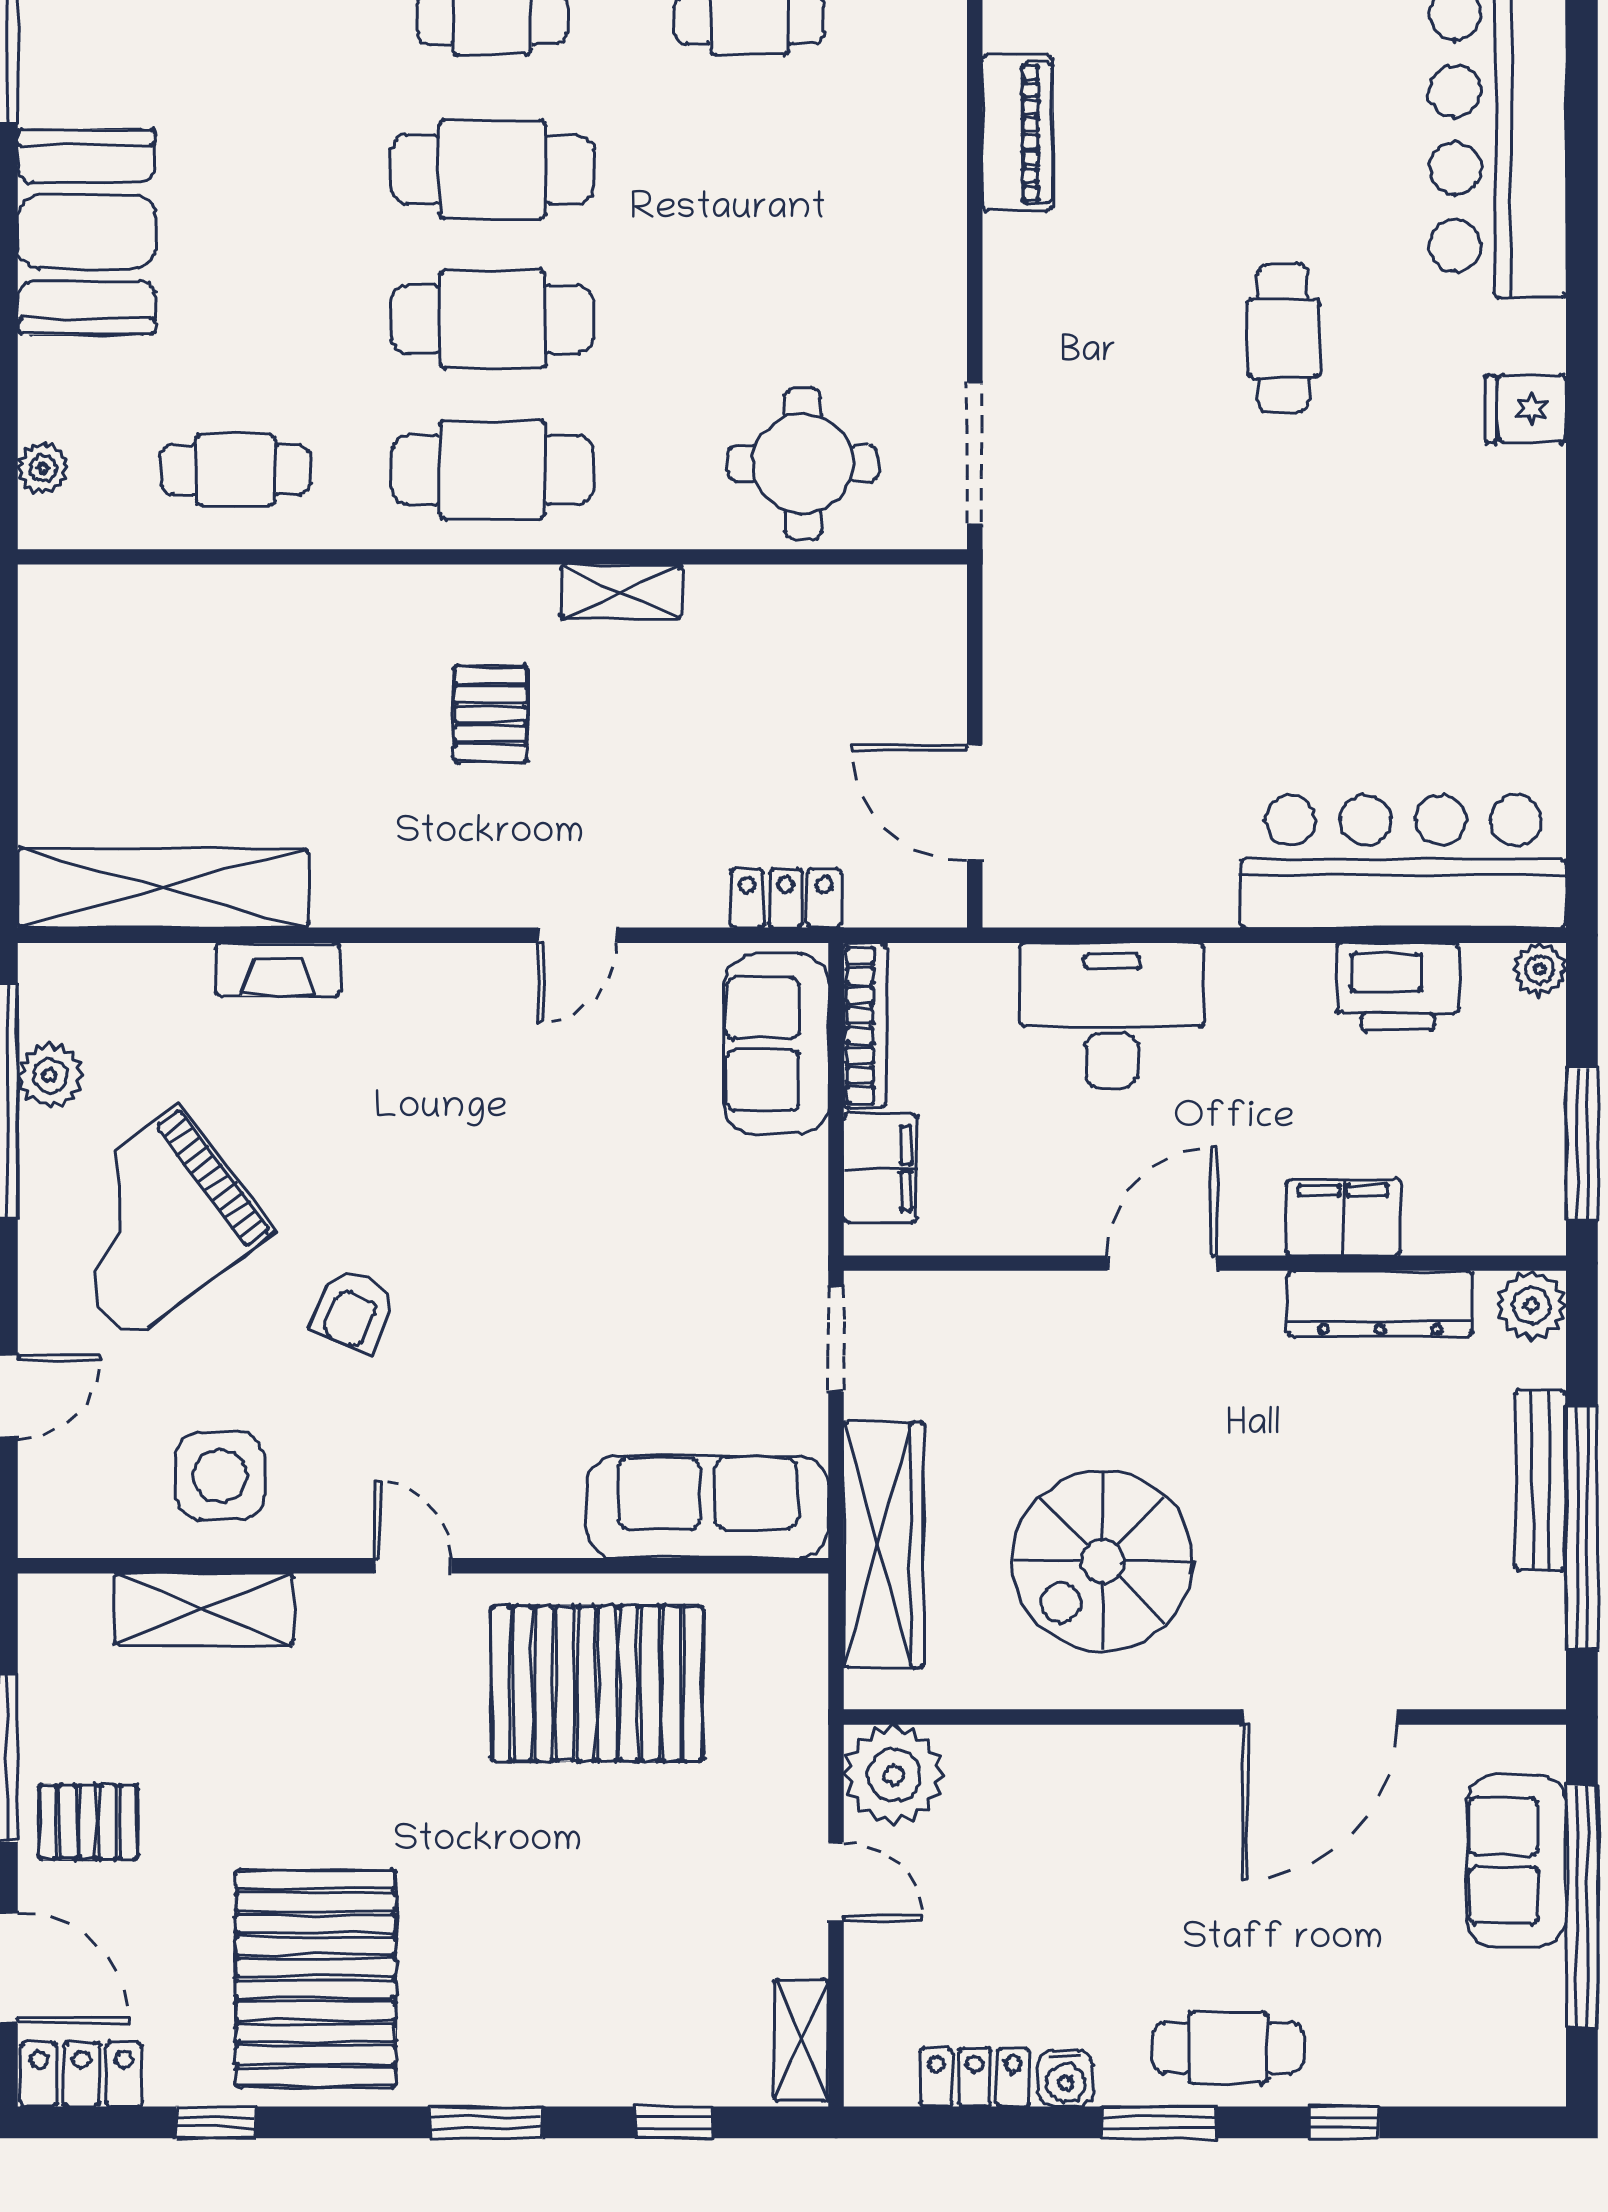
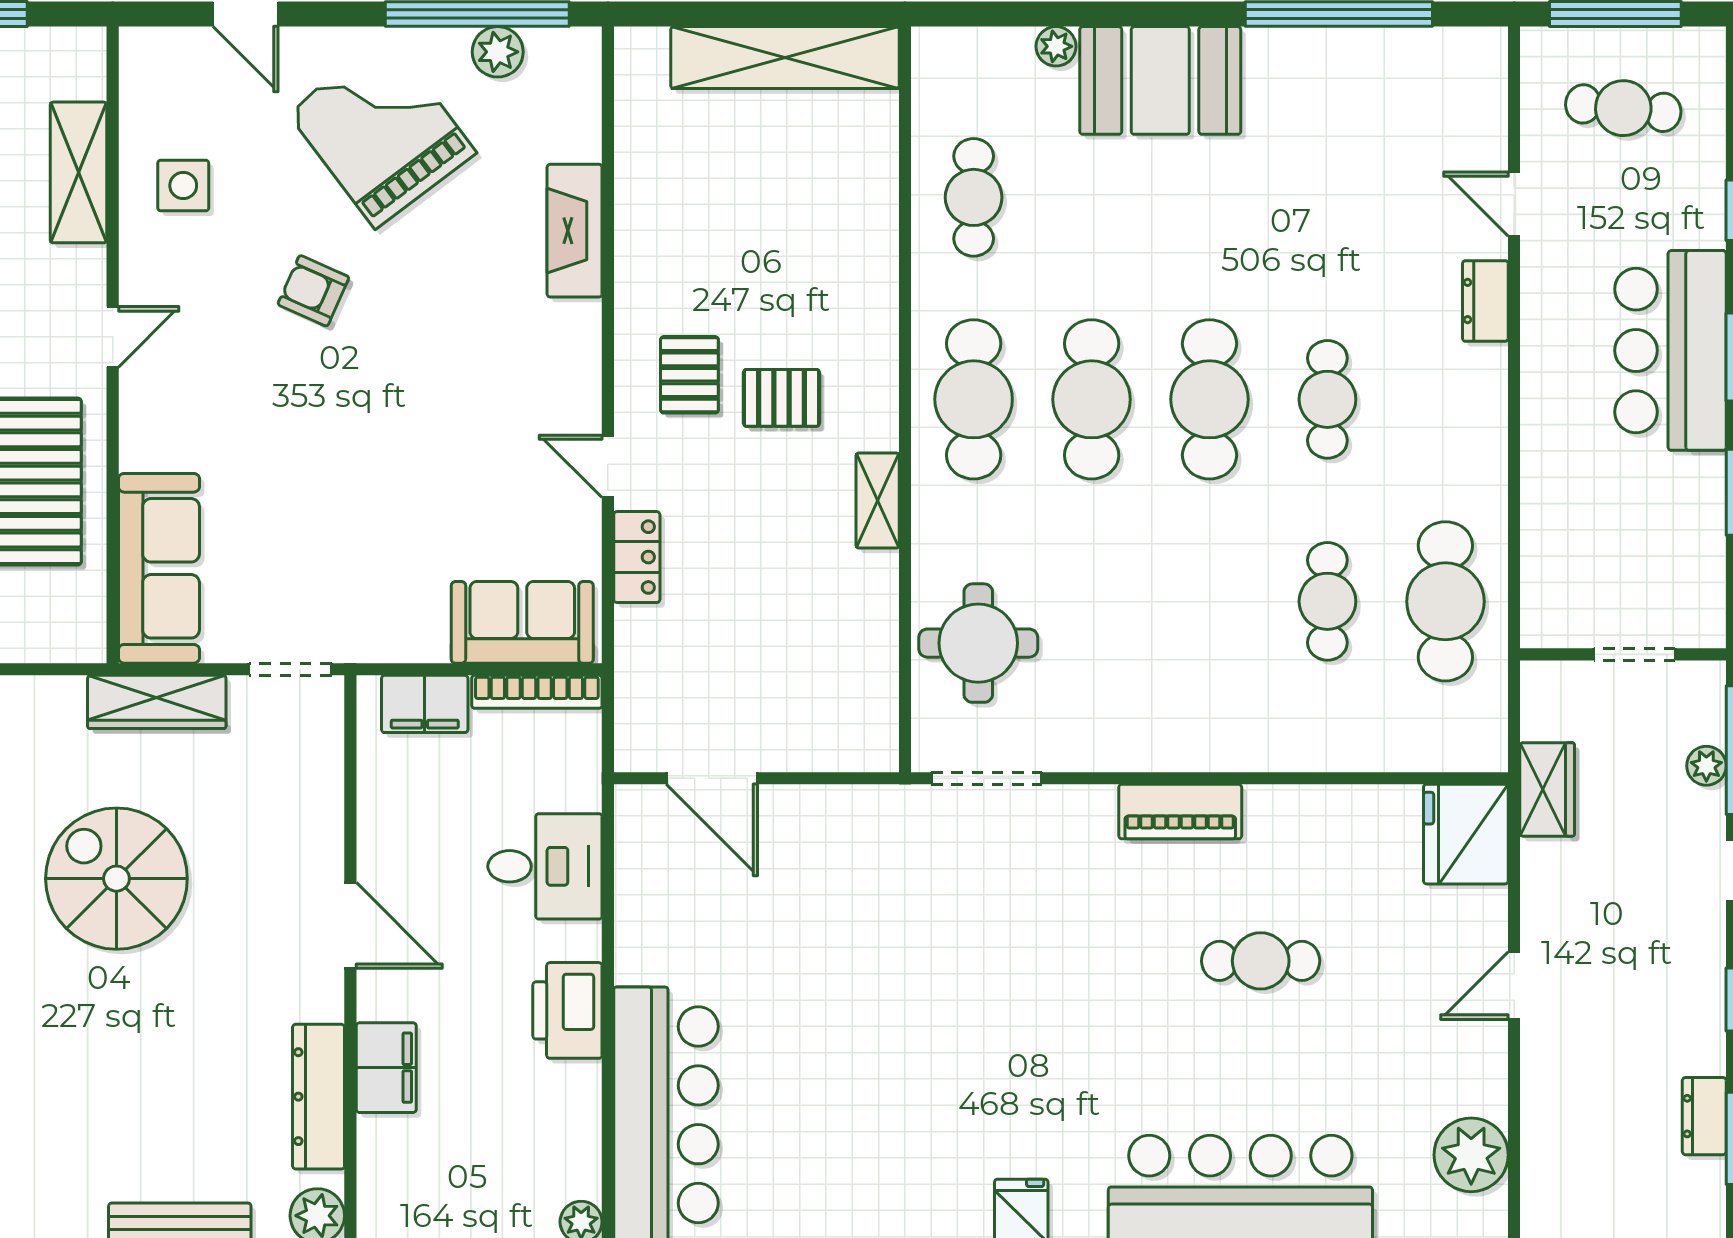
piano: (1017, 133) -> (1180, 812), moved
cafe table: (1283, 338) -> (1261, 961), moved
plant: (43, 468) -> (1056, 46), moved
door: (975, 803) -> (712, 778), swing flipped
pallet: (461, 831) -> (689, 375), added
shelving: (163, 888) -> (785, 58), moved, turned 90
locker: (786, 898) -> (637, 557), moved
fireplace: (278, 969) -> (575, 231), width x1.37, depth x1.32
printer: (1398, 987) -> (567, 1010), moved
desk: (1112, 1015) -> (545, 866), width x0.73
side table: (220, 1476) -> (183, 186), width x0.73, depth x0.73
wardrobe: (883, 1545) -> (157, 702), width x0.71, depth x0.85

